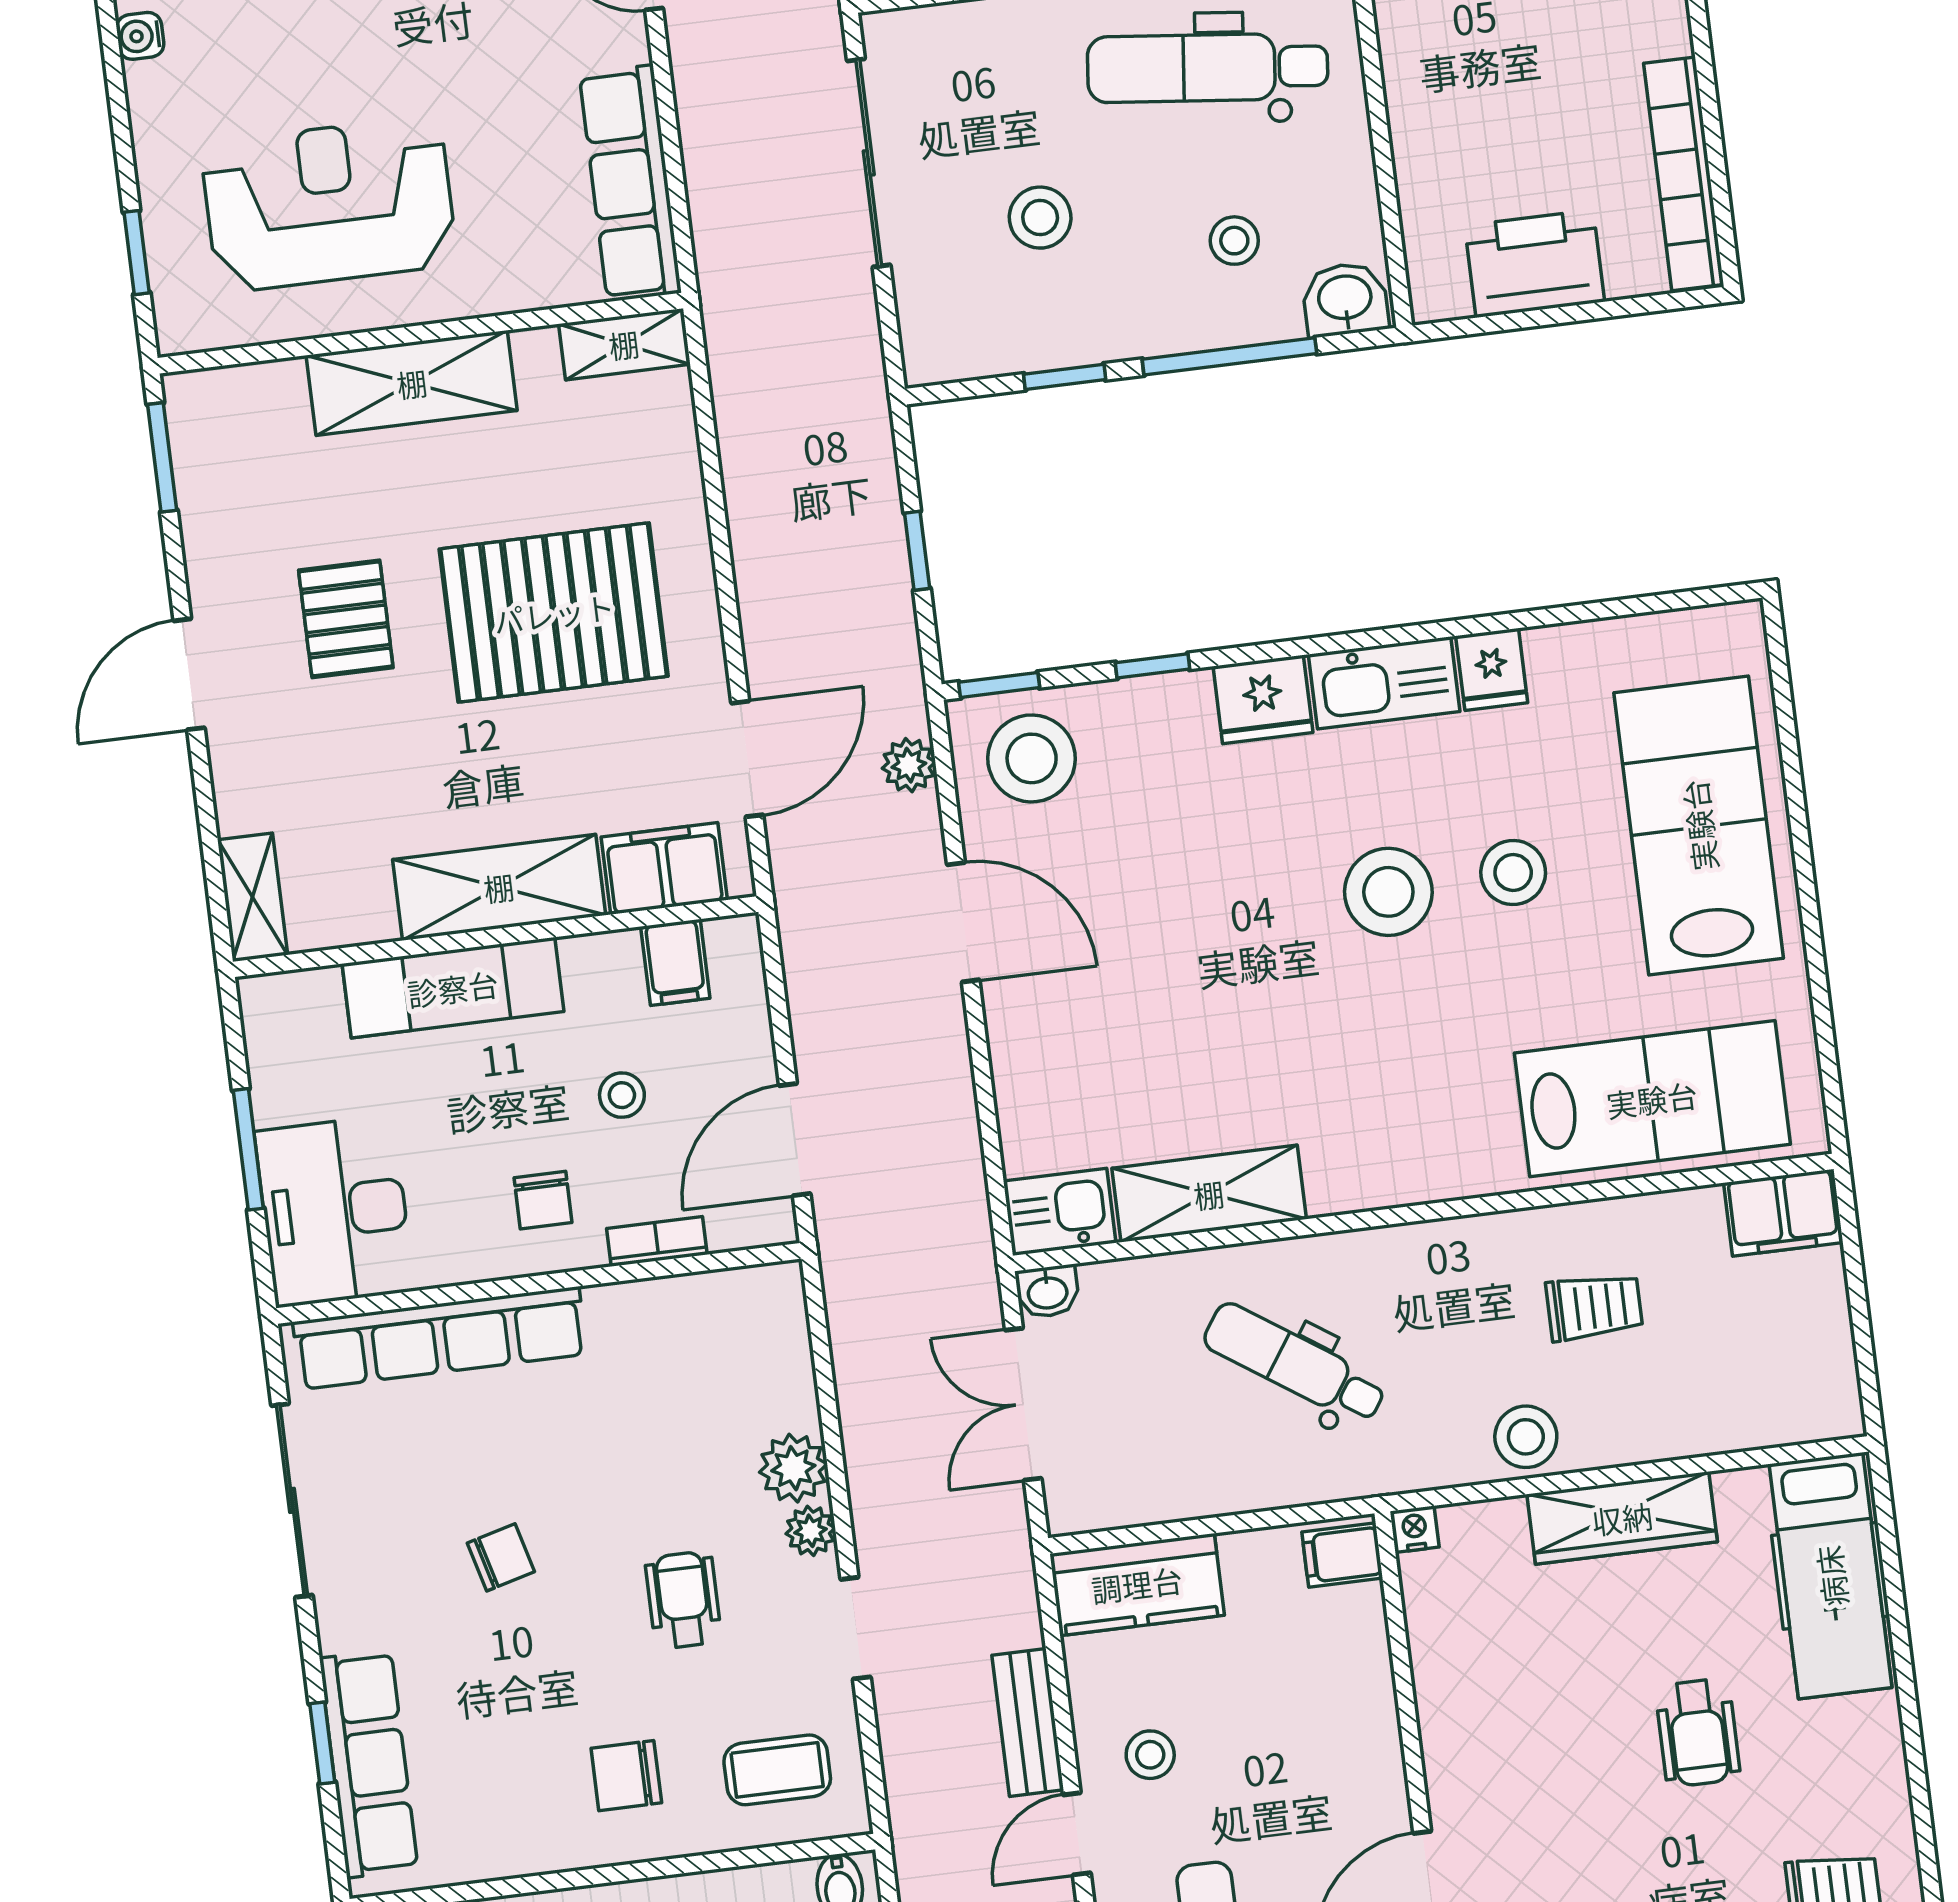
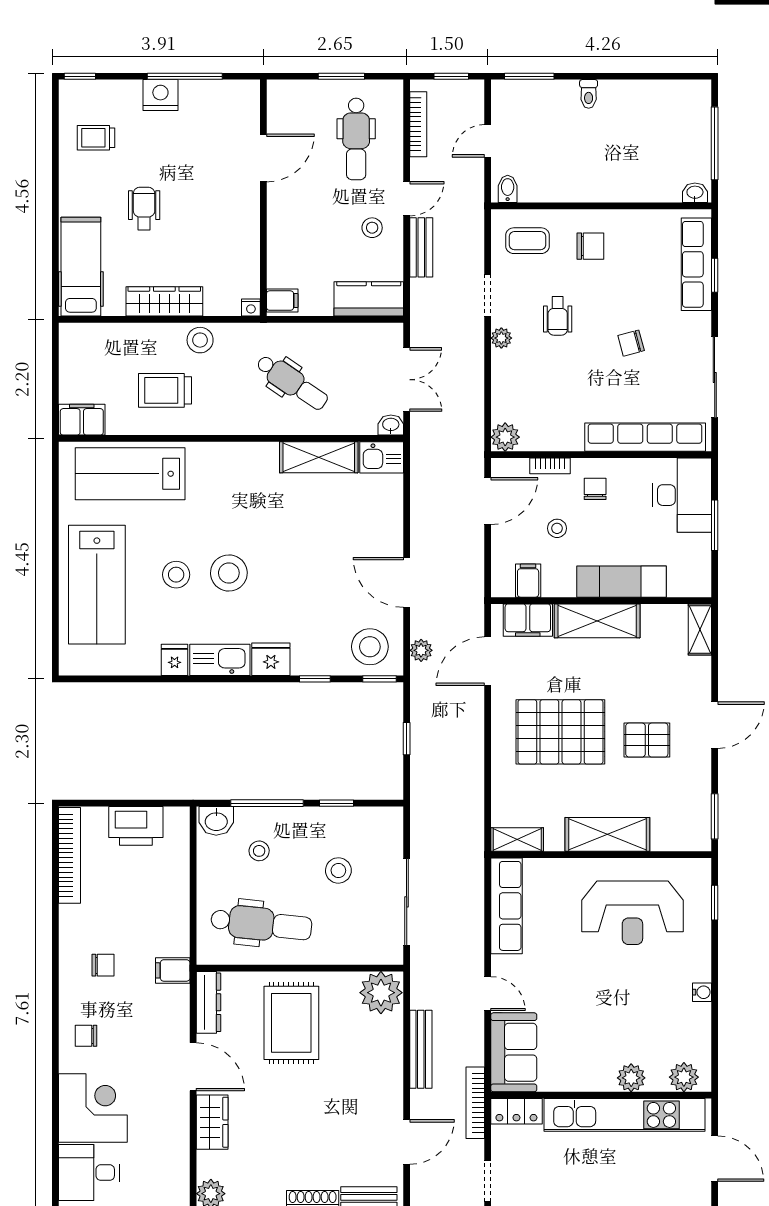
pallet: (346, 619) -> (647, 740), turned 90
trolley: (1594, 1307) -> (165, 390), width x1.36, depth x1.39
plant: (793, 1468) -> (505, 437), moved

